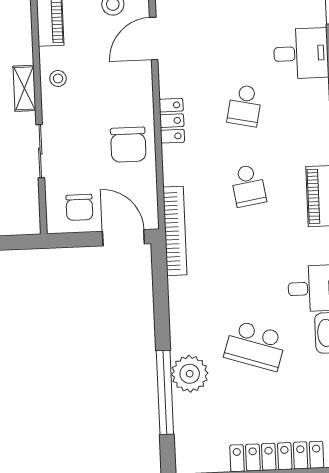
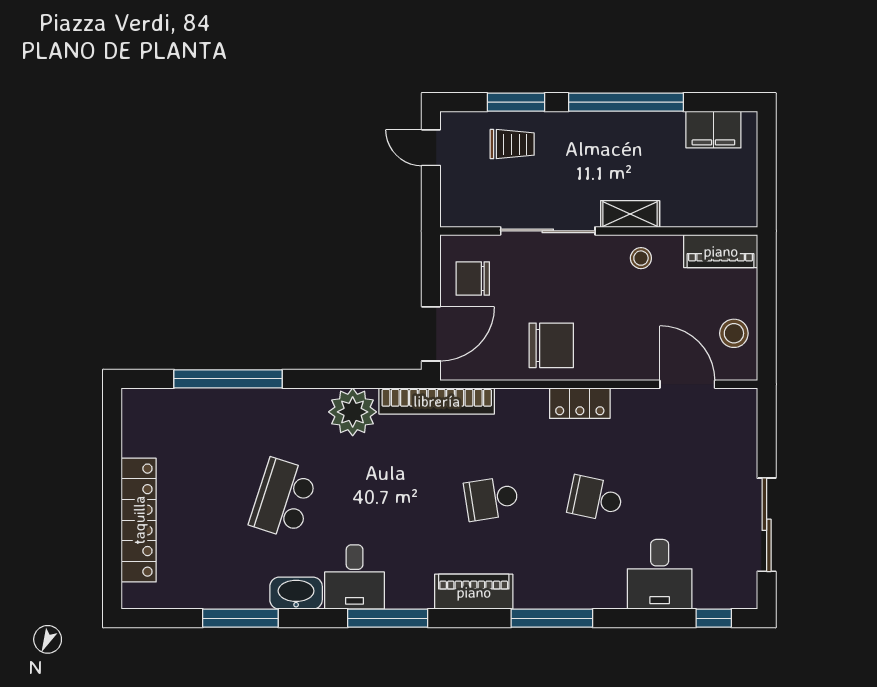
chair: (128, 145) -> (551, 345), turned 180
sliding door: (40, 151) -> (548, 231), width x1.37
plant: (190, 374) -> (353, 412), moved

